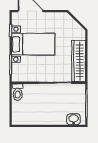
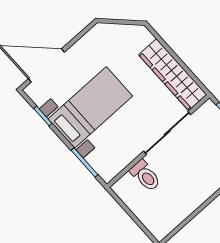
toilet: (18, 92) -> (145, 176), moved

